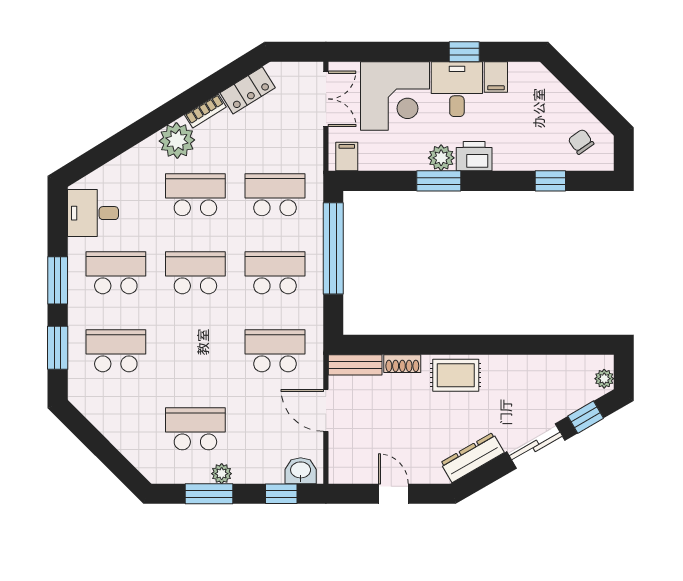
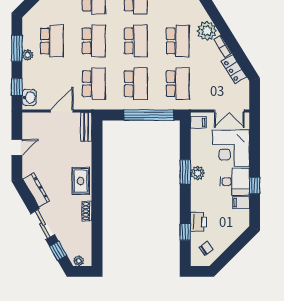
printer: (474, 156) -> (198, 222), moved
school desk: (195, 351) -> (94, 41), added
shoe rack: (402, 364) -> (87, 211), moved

